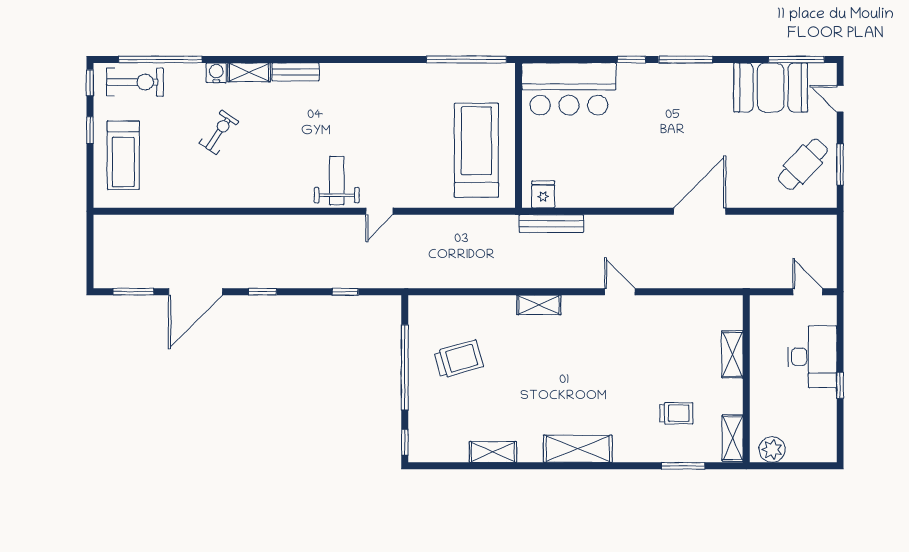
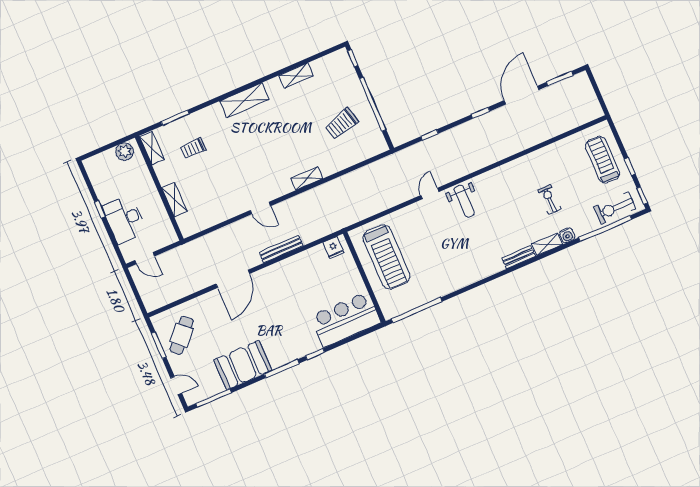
booth: (771, 87) -> (243, 365), moved
exercise bike: (219, 132) -> (550, 199), turned 146
bench: (551, 224) -> (281, 249), moved

